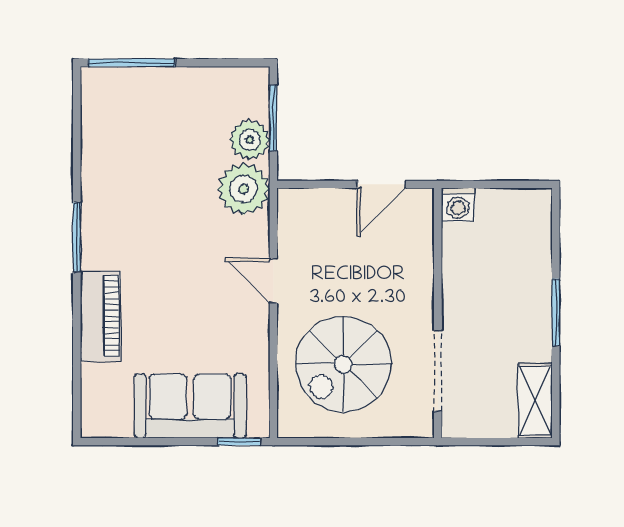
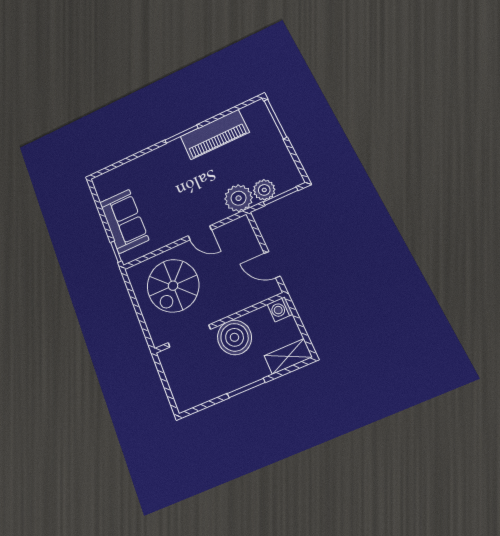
door: (273, 281) -> (200, 233), swing flipped
boiler: (471, 297) -> (234, 337), added
piano: (101, 316) -> (215, 134), moved, width x1.37, depth x1.33
spiral stairs: (343, 364) -> (173, 286), turned -90
shelving: (535, 401) -> (288, 356), moved

